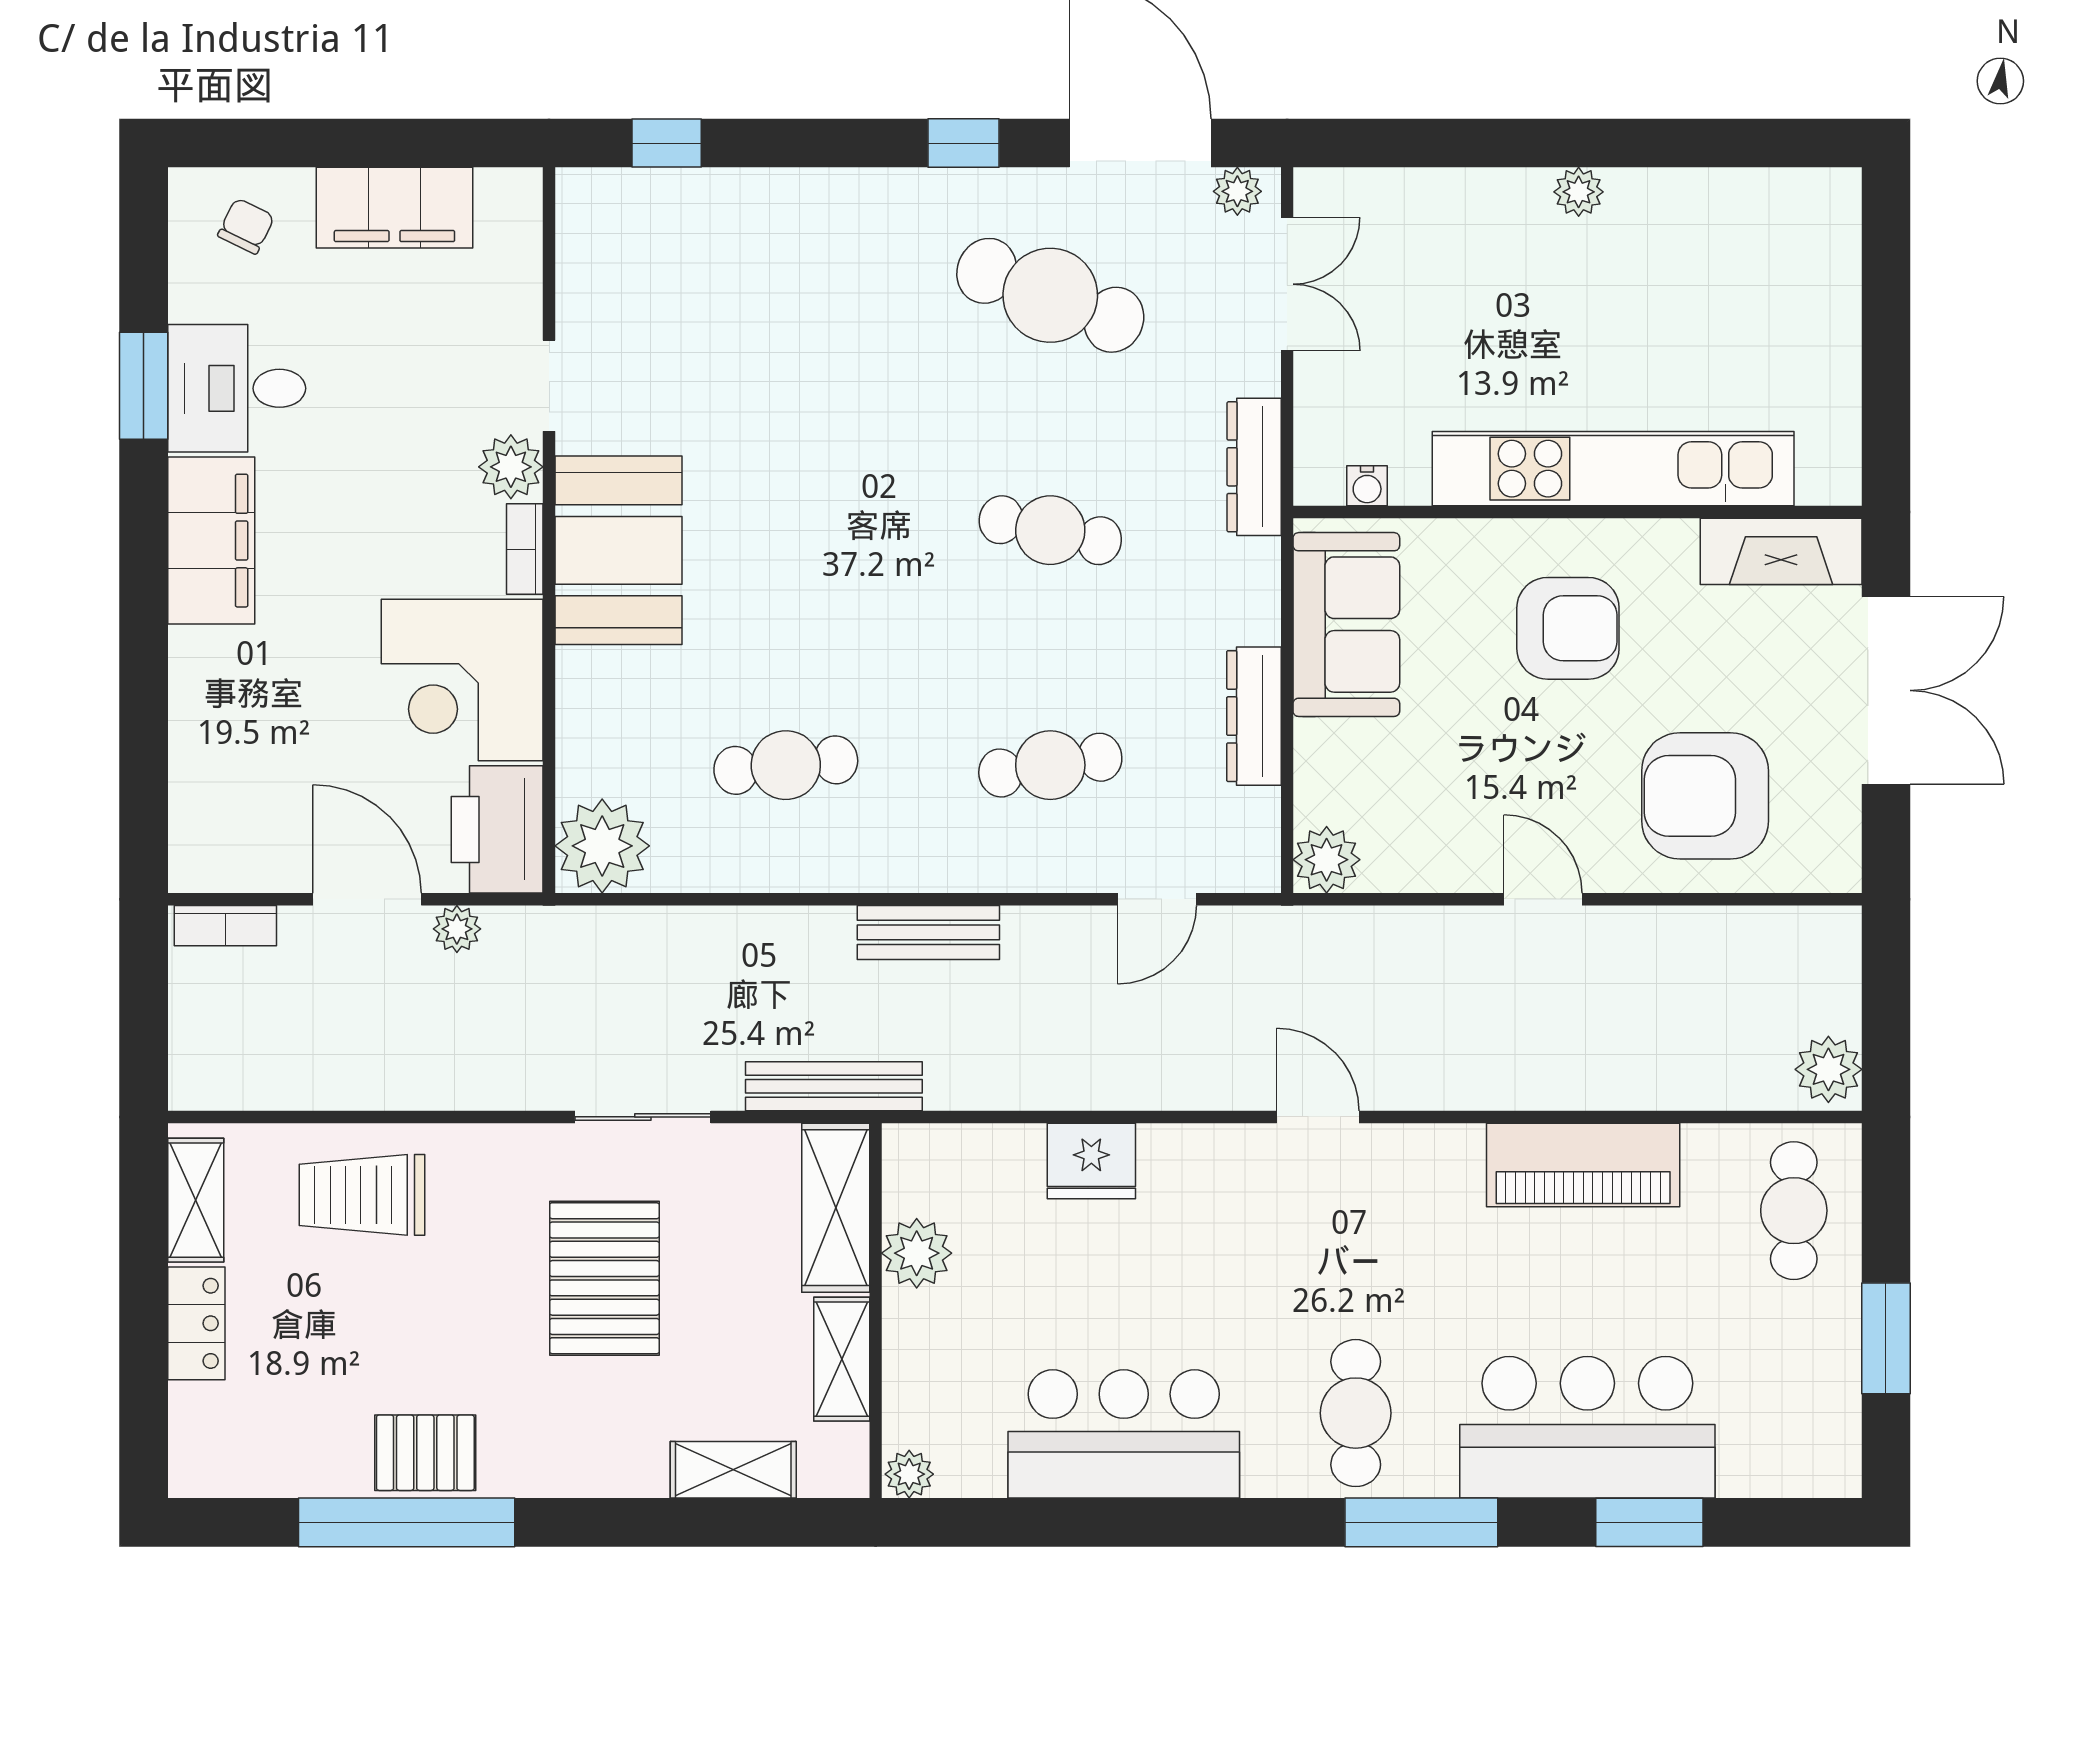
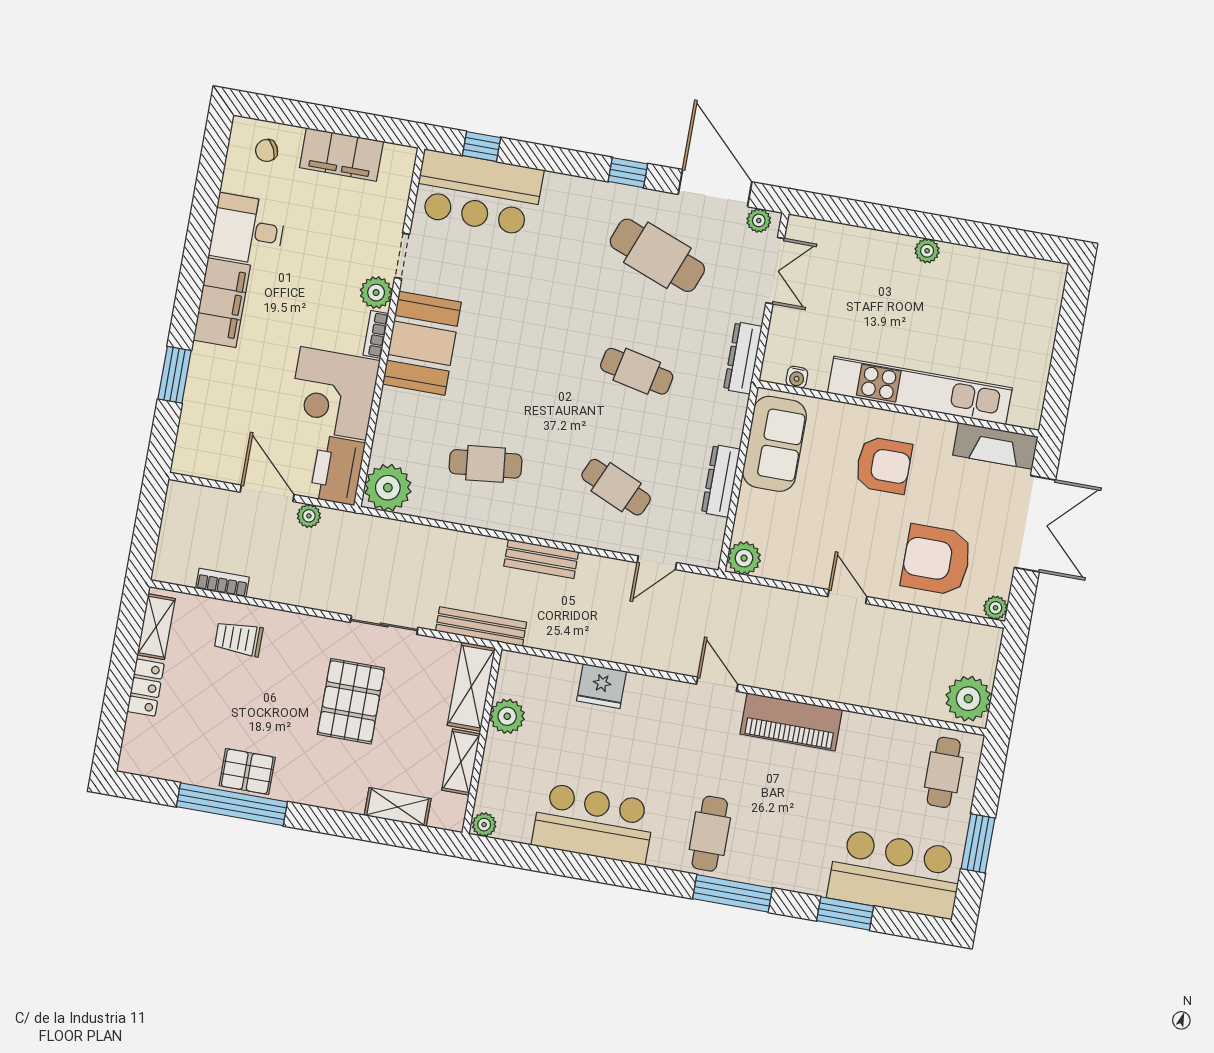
chair: (246, 226) -> (267, 150), turned -141
bar counter: (677, 235) -> (478, 193), added
window: (144, 386) -> (175, 375), moved
cafe table: (1050, 765) -> (616, 487), turned 33
plant: (1838, 869) -> (996, 608), added
bookcase: (225, 926) -> (222, 583), moved, turned 180
plant: (1828, 1069) -> (968, 699), width x1.36, depth x1.36
piano: (1583, 1165) -> (791, 722), moved
trolley: (362, 1195) -> (239, 639), width x0.73, depth x0.72
bar counter: (1587, 1427) -> (895, 874), moved

